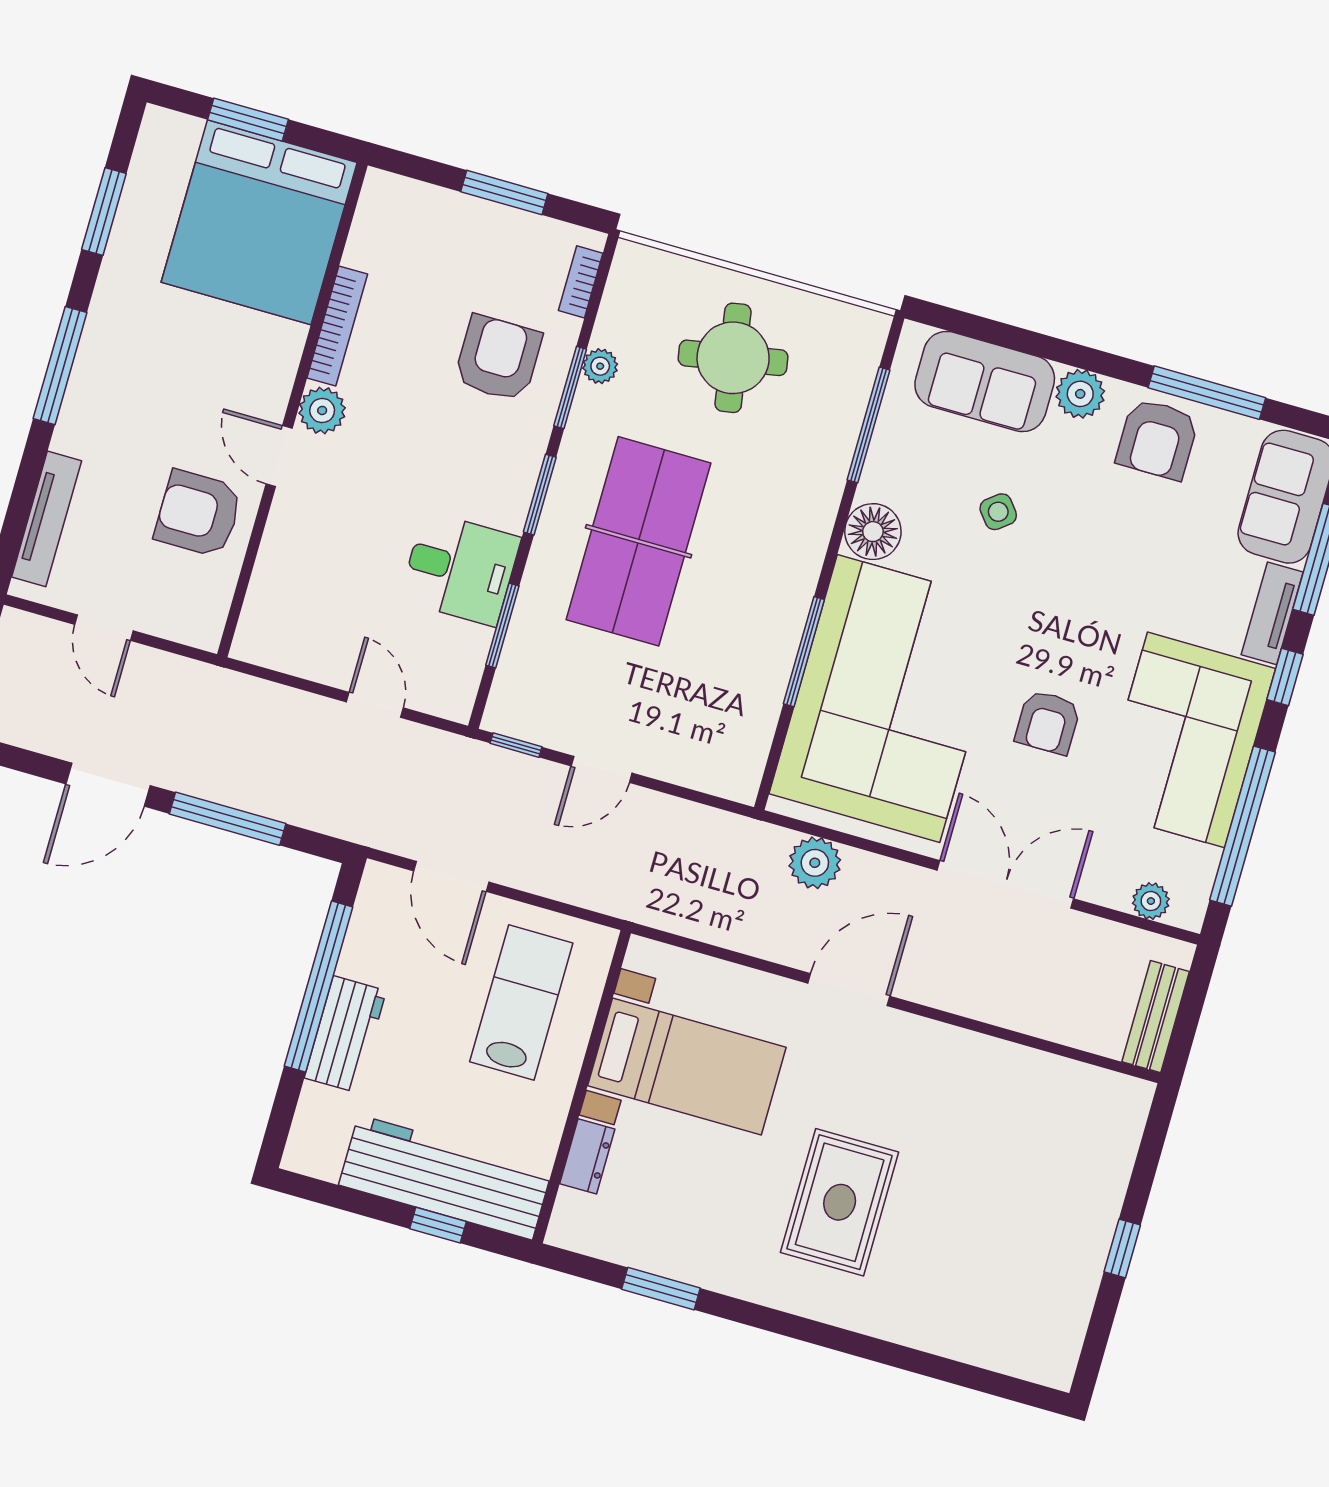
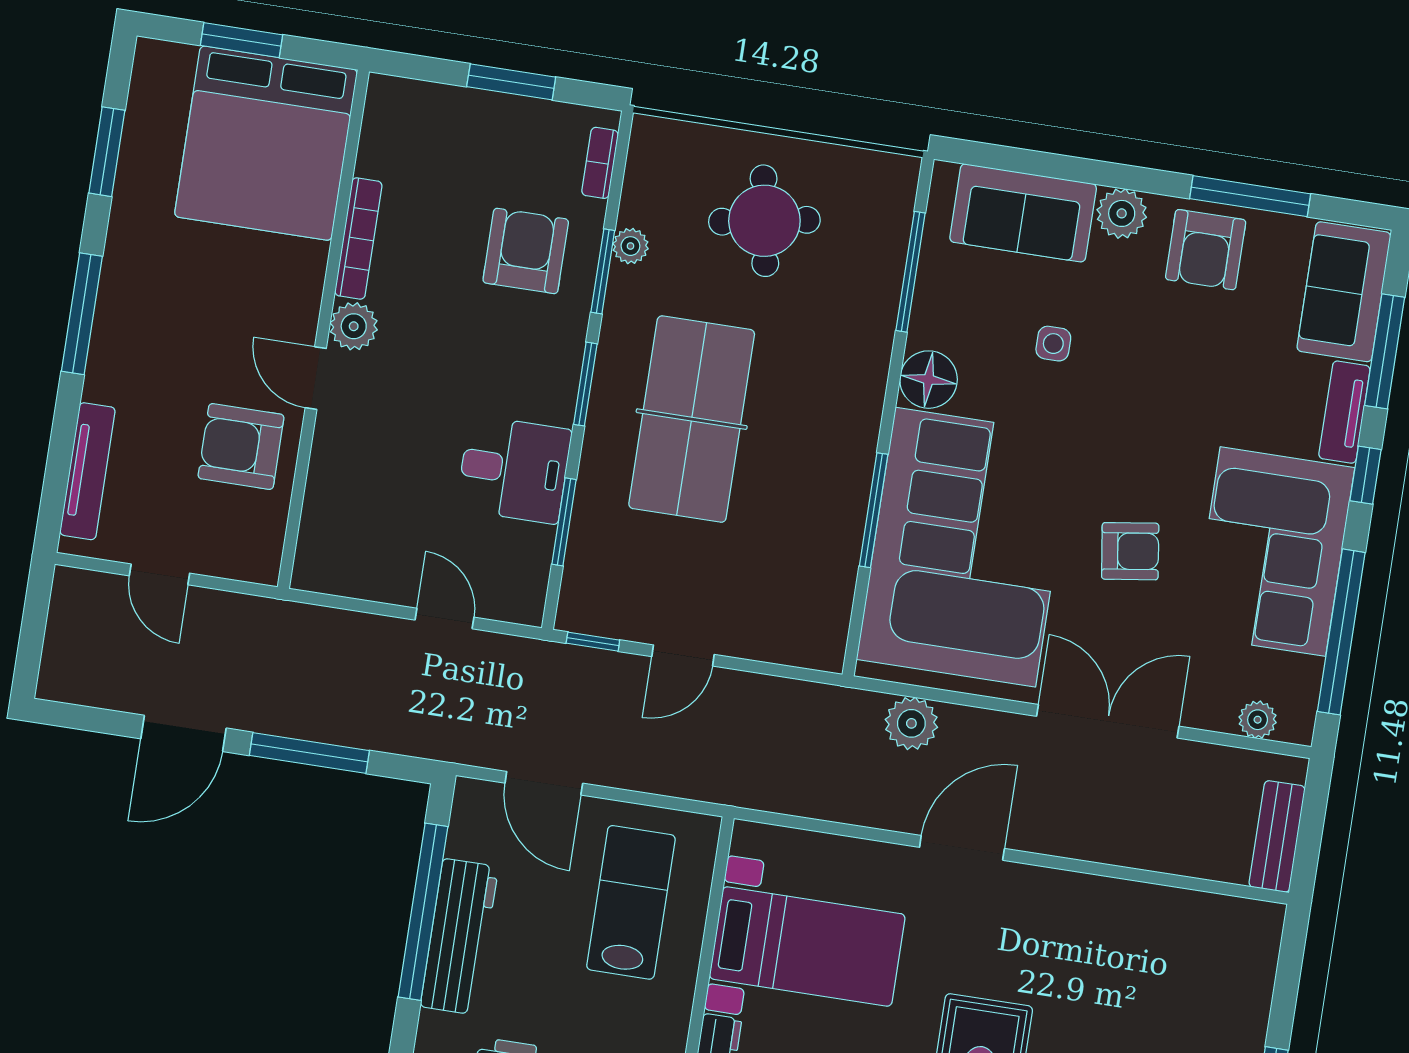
side table: (998, 512) -> (1053, 344), turned 38
armchair: (1048, 722) -> (1130, 551), turned -98
workbench: (345, 1034) -> (459, 937), width x1.38

